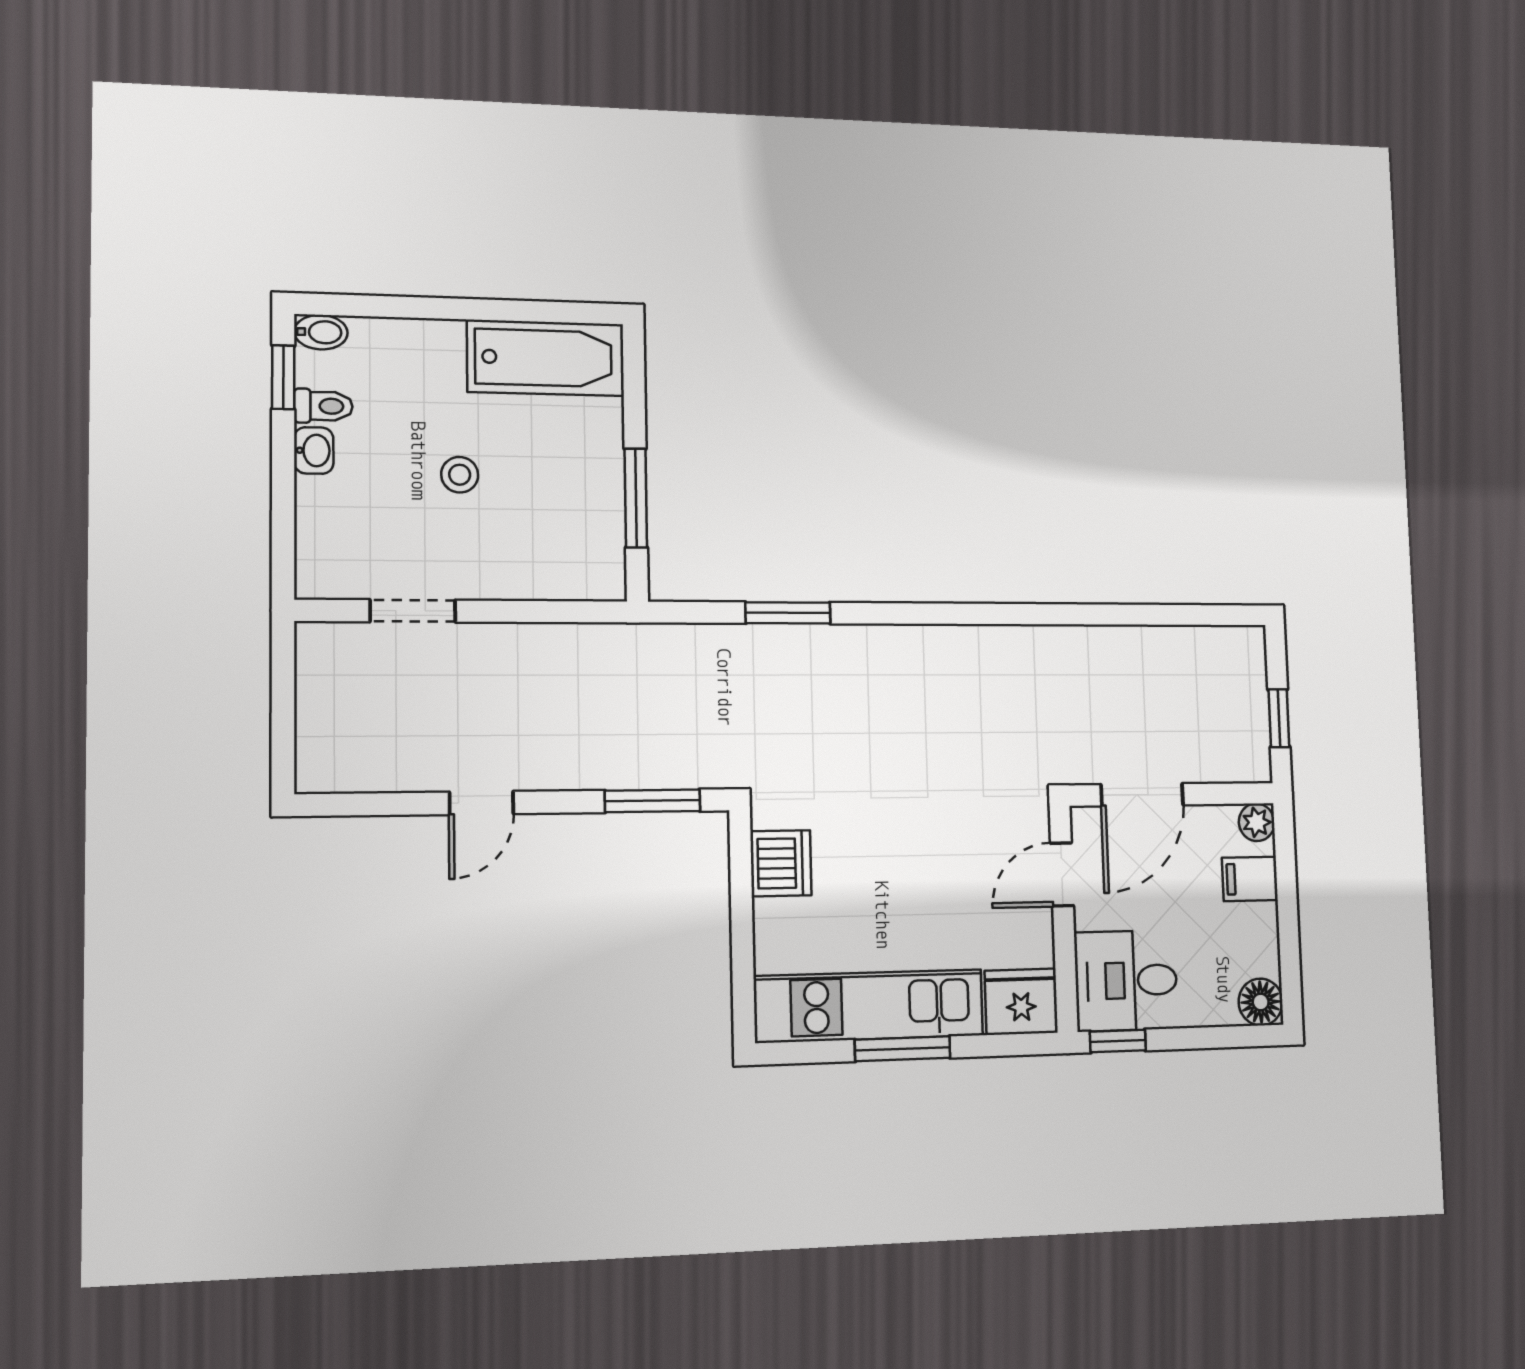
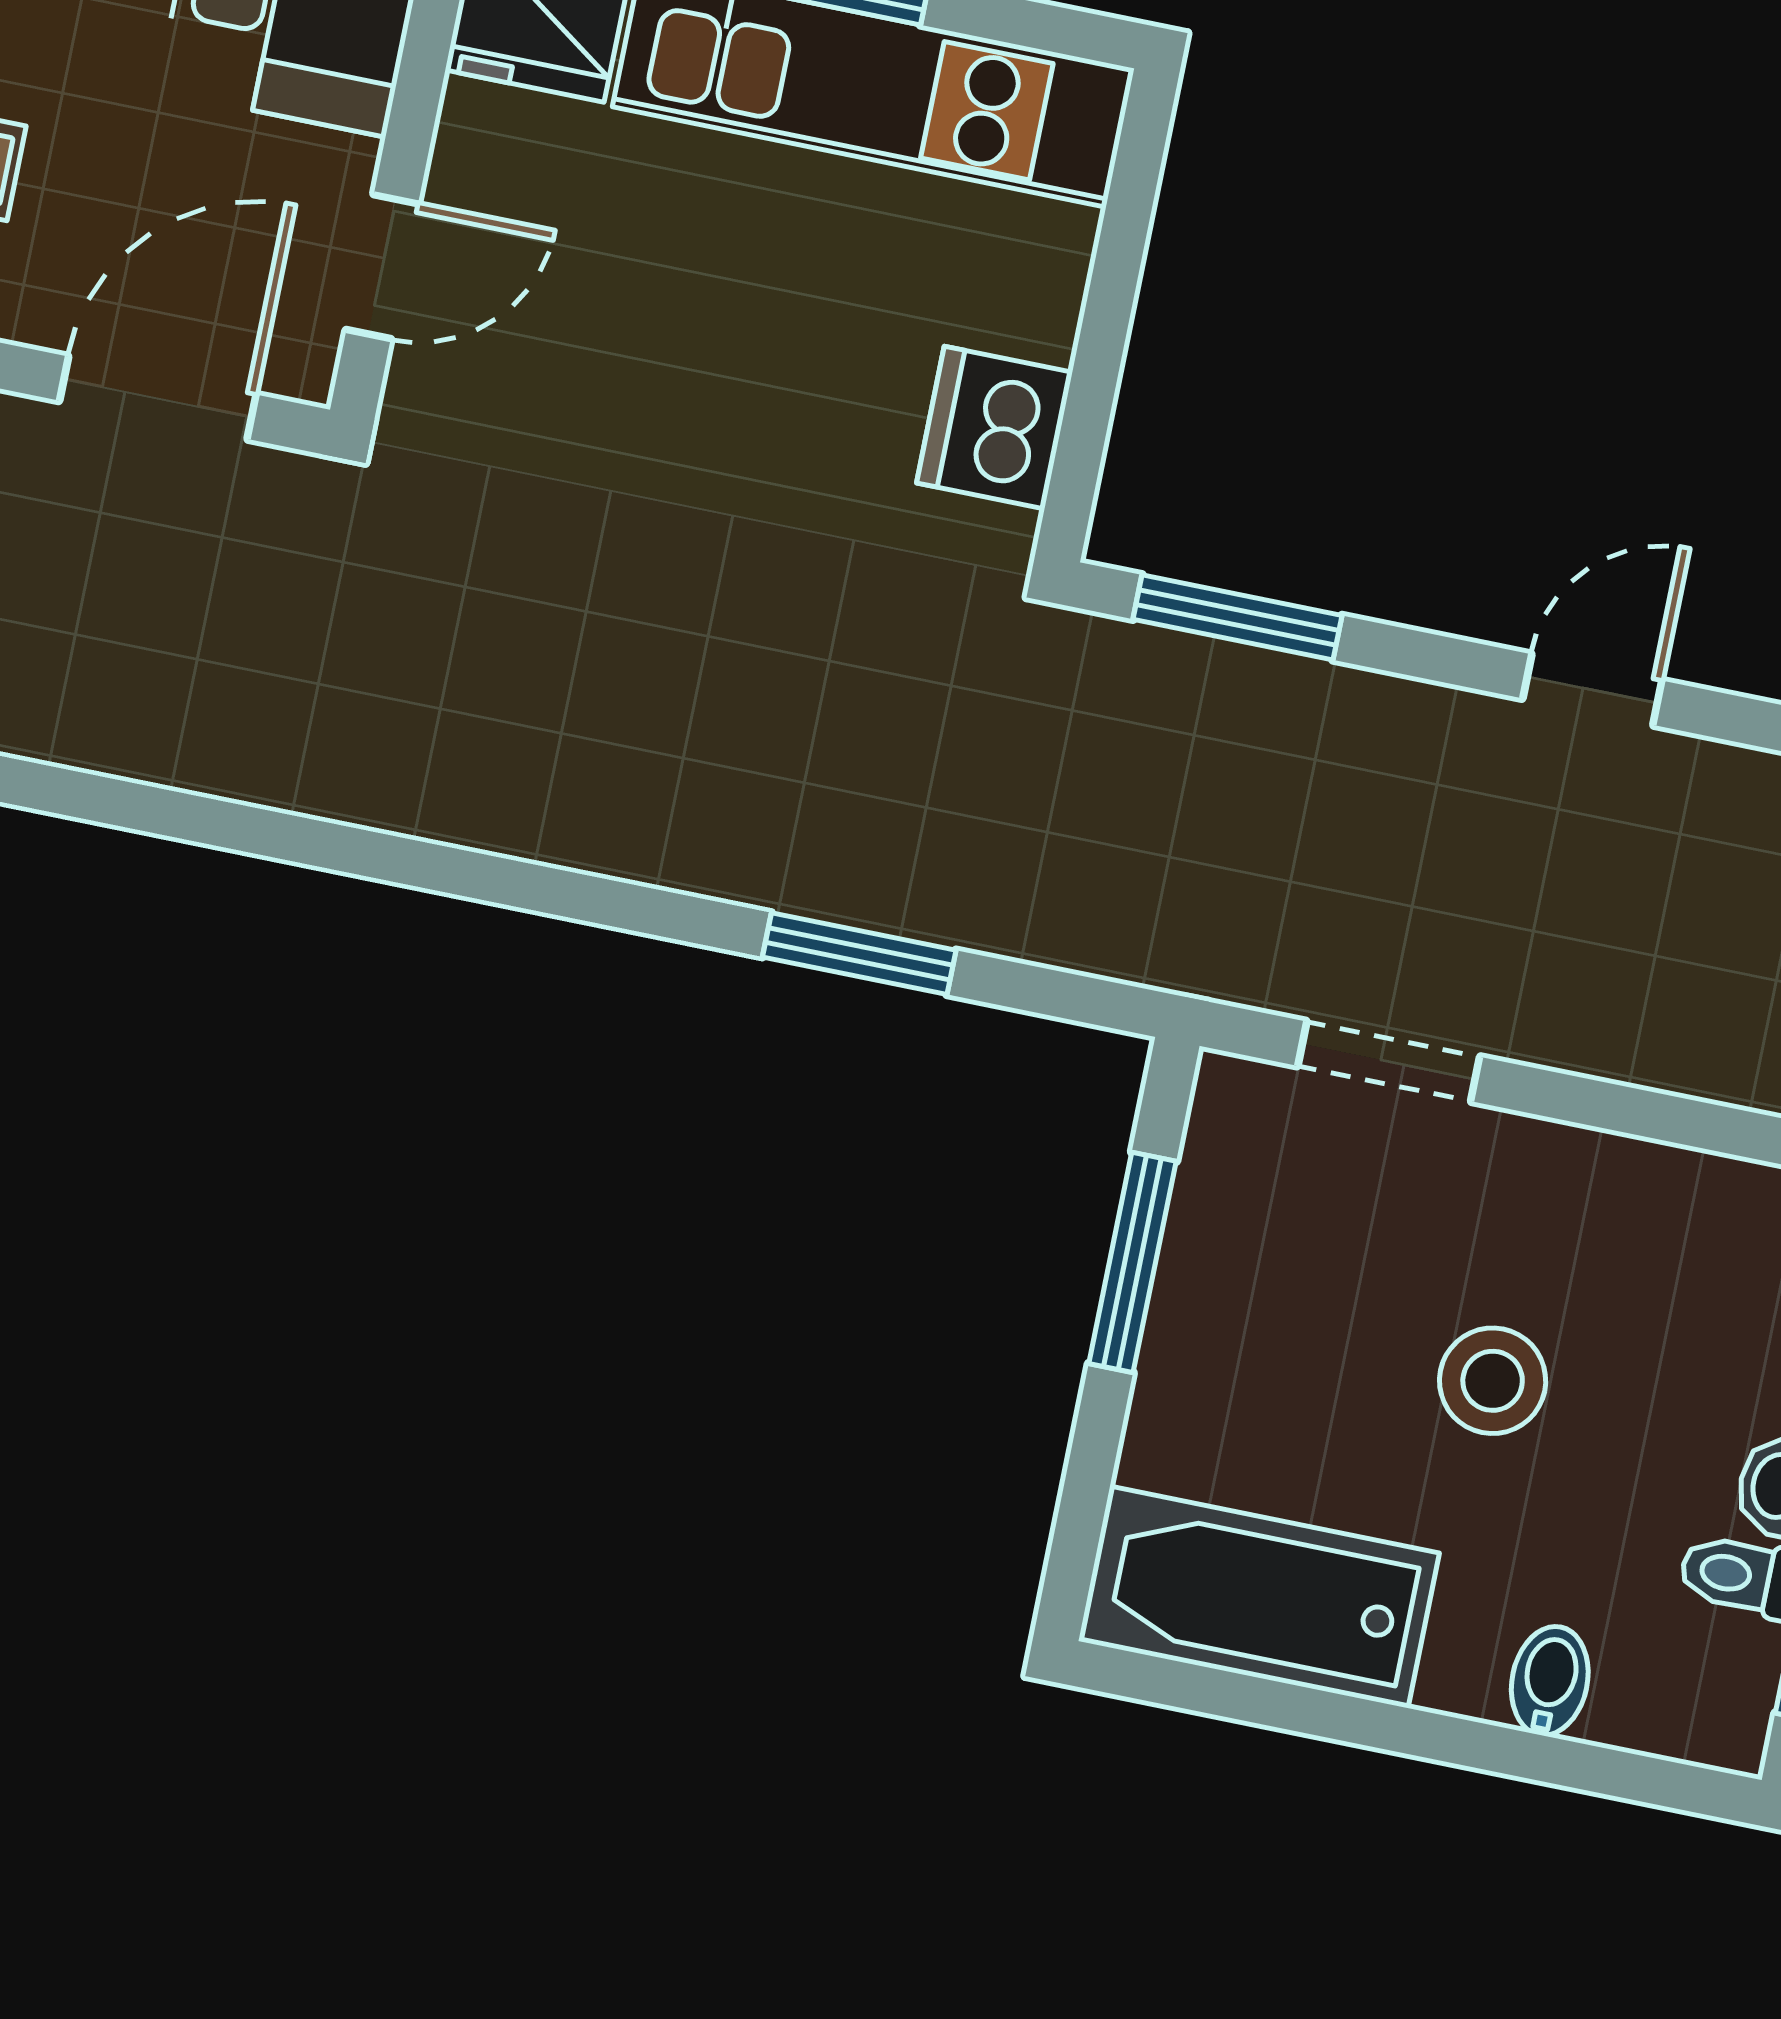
bidet: (321, 332) -> (1550, 1681), moved, turned 90
stool: (460, 475) -> (1493, 1381), width x1.37, depth x1.37
doorway: (413, 611) -> (1389, 1061), moved

